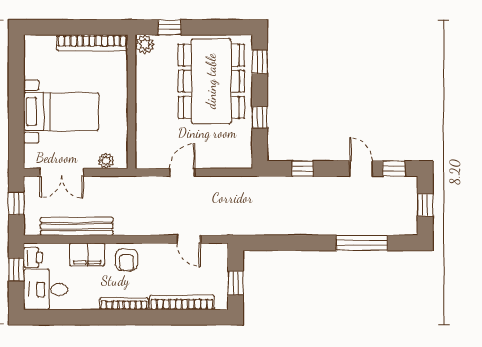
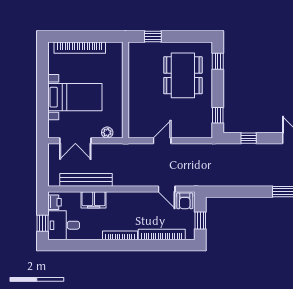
bookcase: (92, 43) -> (80, 48), moved
plant: (145, 44) -> (135, 49), removed
dining table: (211, 81) -> (183, 75), width x0.73, depth x0.80
window: (260, 117) -> (218, 115), moved
window: (16, 203) -> (43, 163), removed
armchair: (127, 260) -> (185, 201), moved
window: (16, 269) -> (43, 223), moved

